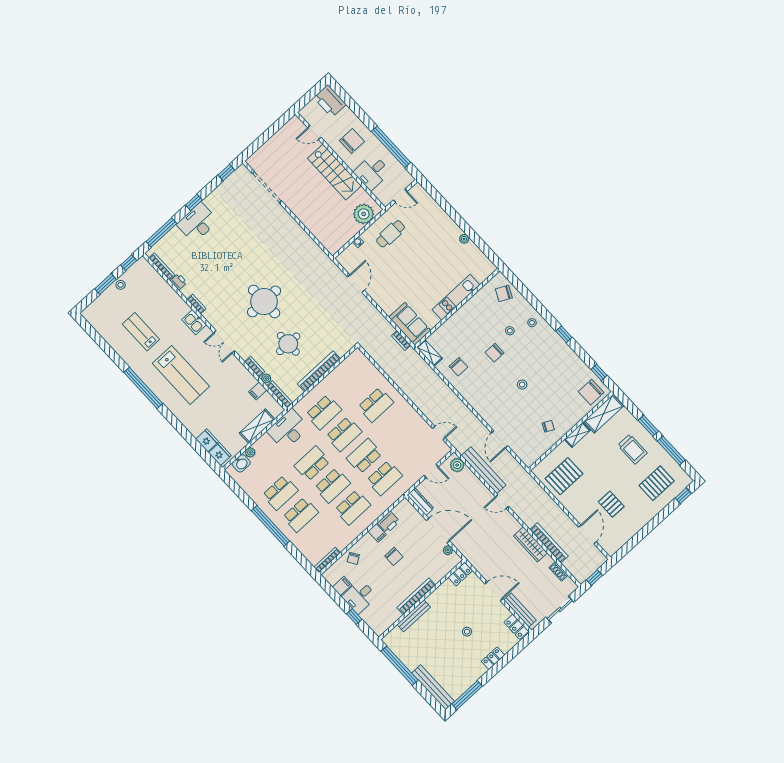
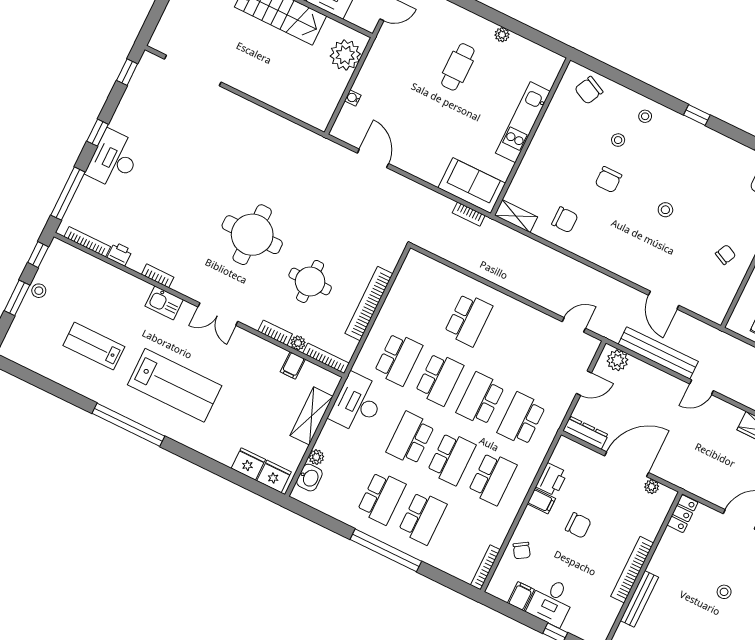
cafe table: (390, 234) -> (458, 67), moved
school desk: (384, 478) -> (521, 419), turned 180

